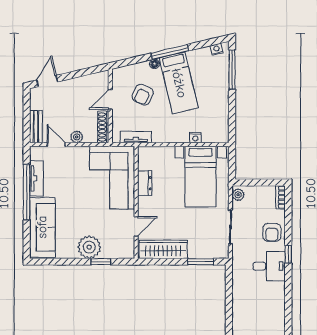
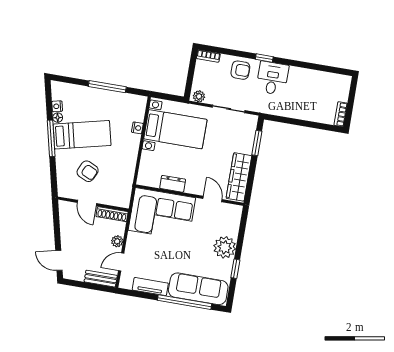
nightstand: (217, 49) -> (57, 106), moved
floor lamp: (154, 64) -> (58, 118), moved
window: (232, 70) -> (107, 87), moved
tv unit: (136, 137) -> (127, 185), removed
window: (27, 192) -> (185, 302), moved
window: (101, 262) -> (235, 269), moved

